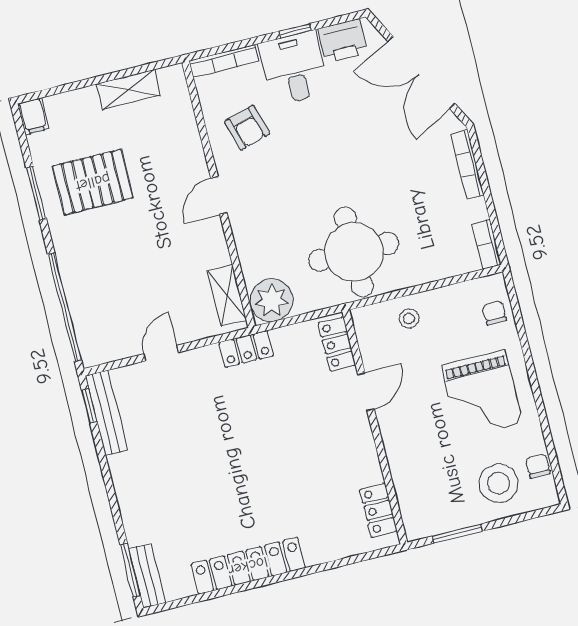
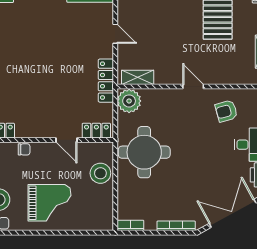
chair: (494, 313) -> (24, 149), moved
stool: (409, 319) -> (100, 173), width x1.89, depth x1.89
locker: (246, 349) -> (106, 81), width x1.53
grand piano: (482, 394) -> (49, 203), turned 180

